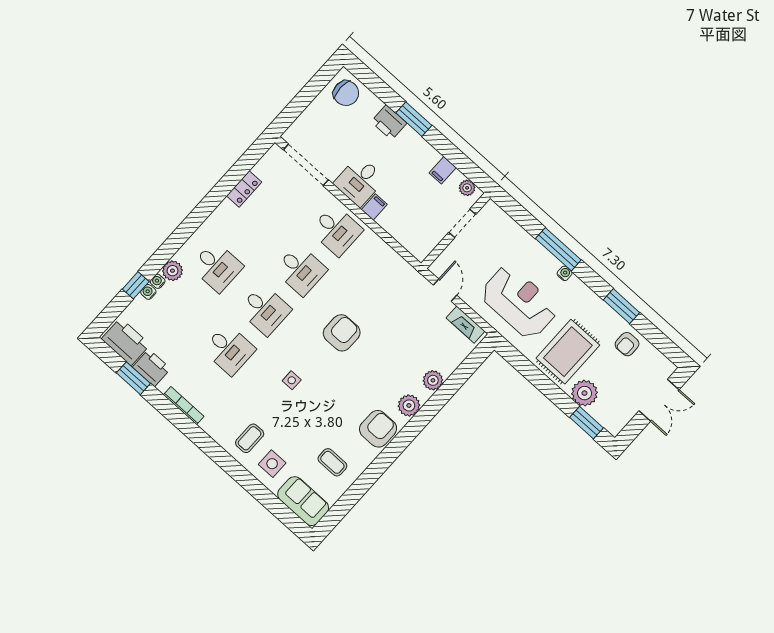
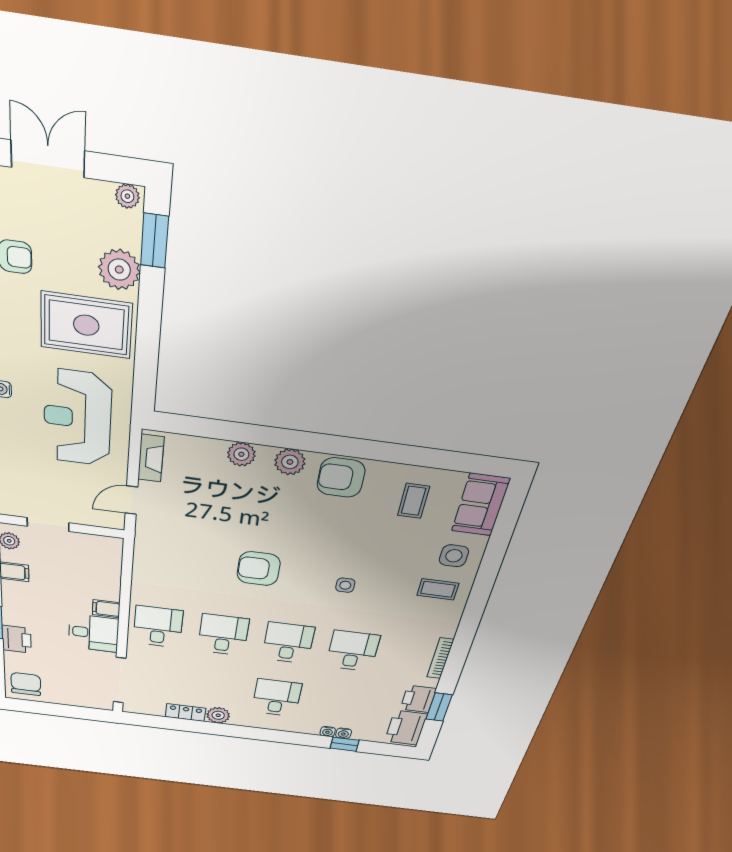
plant: (173, 271) -> (218, 715), moved
plant: (616, 426) -> (127, 196), added

